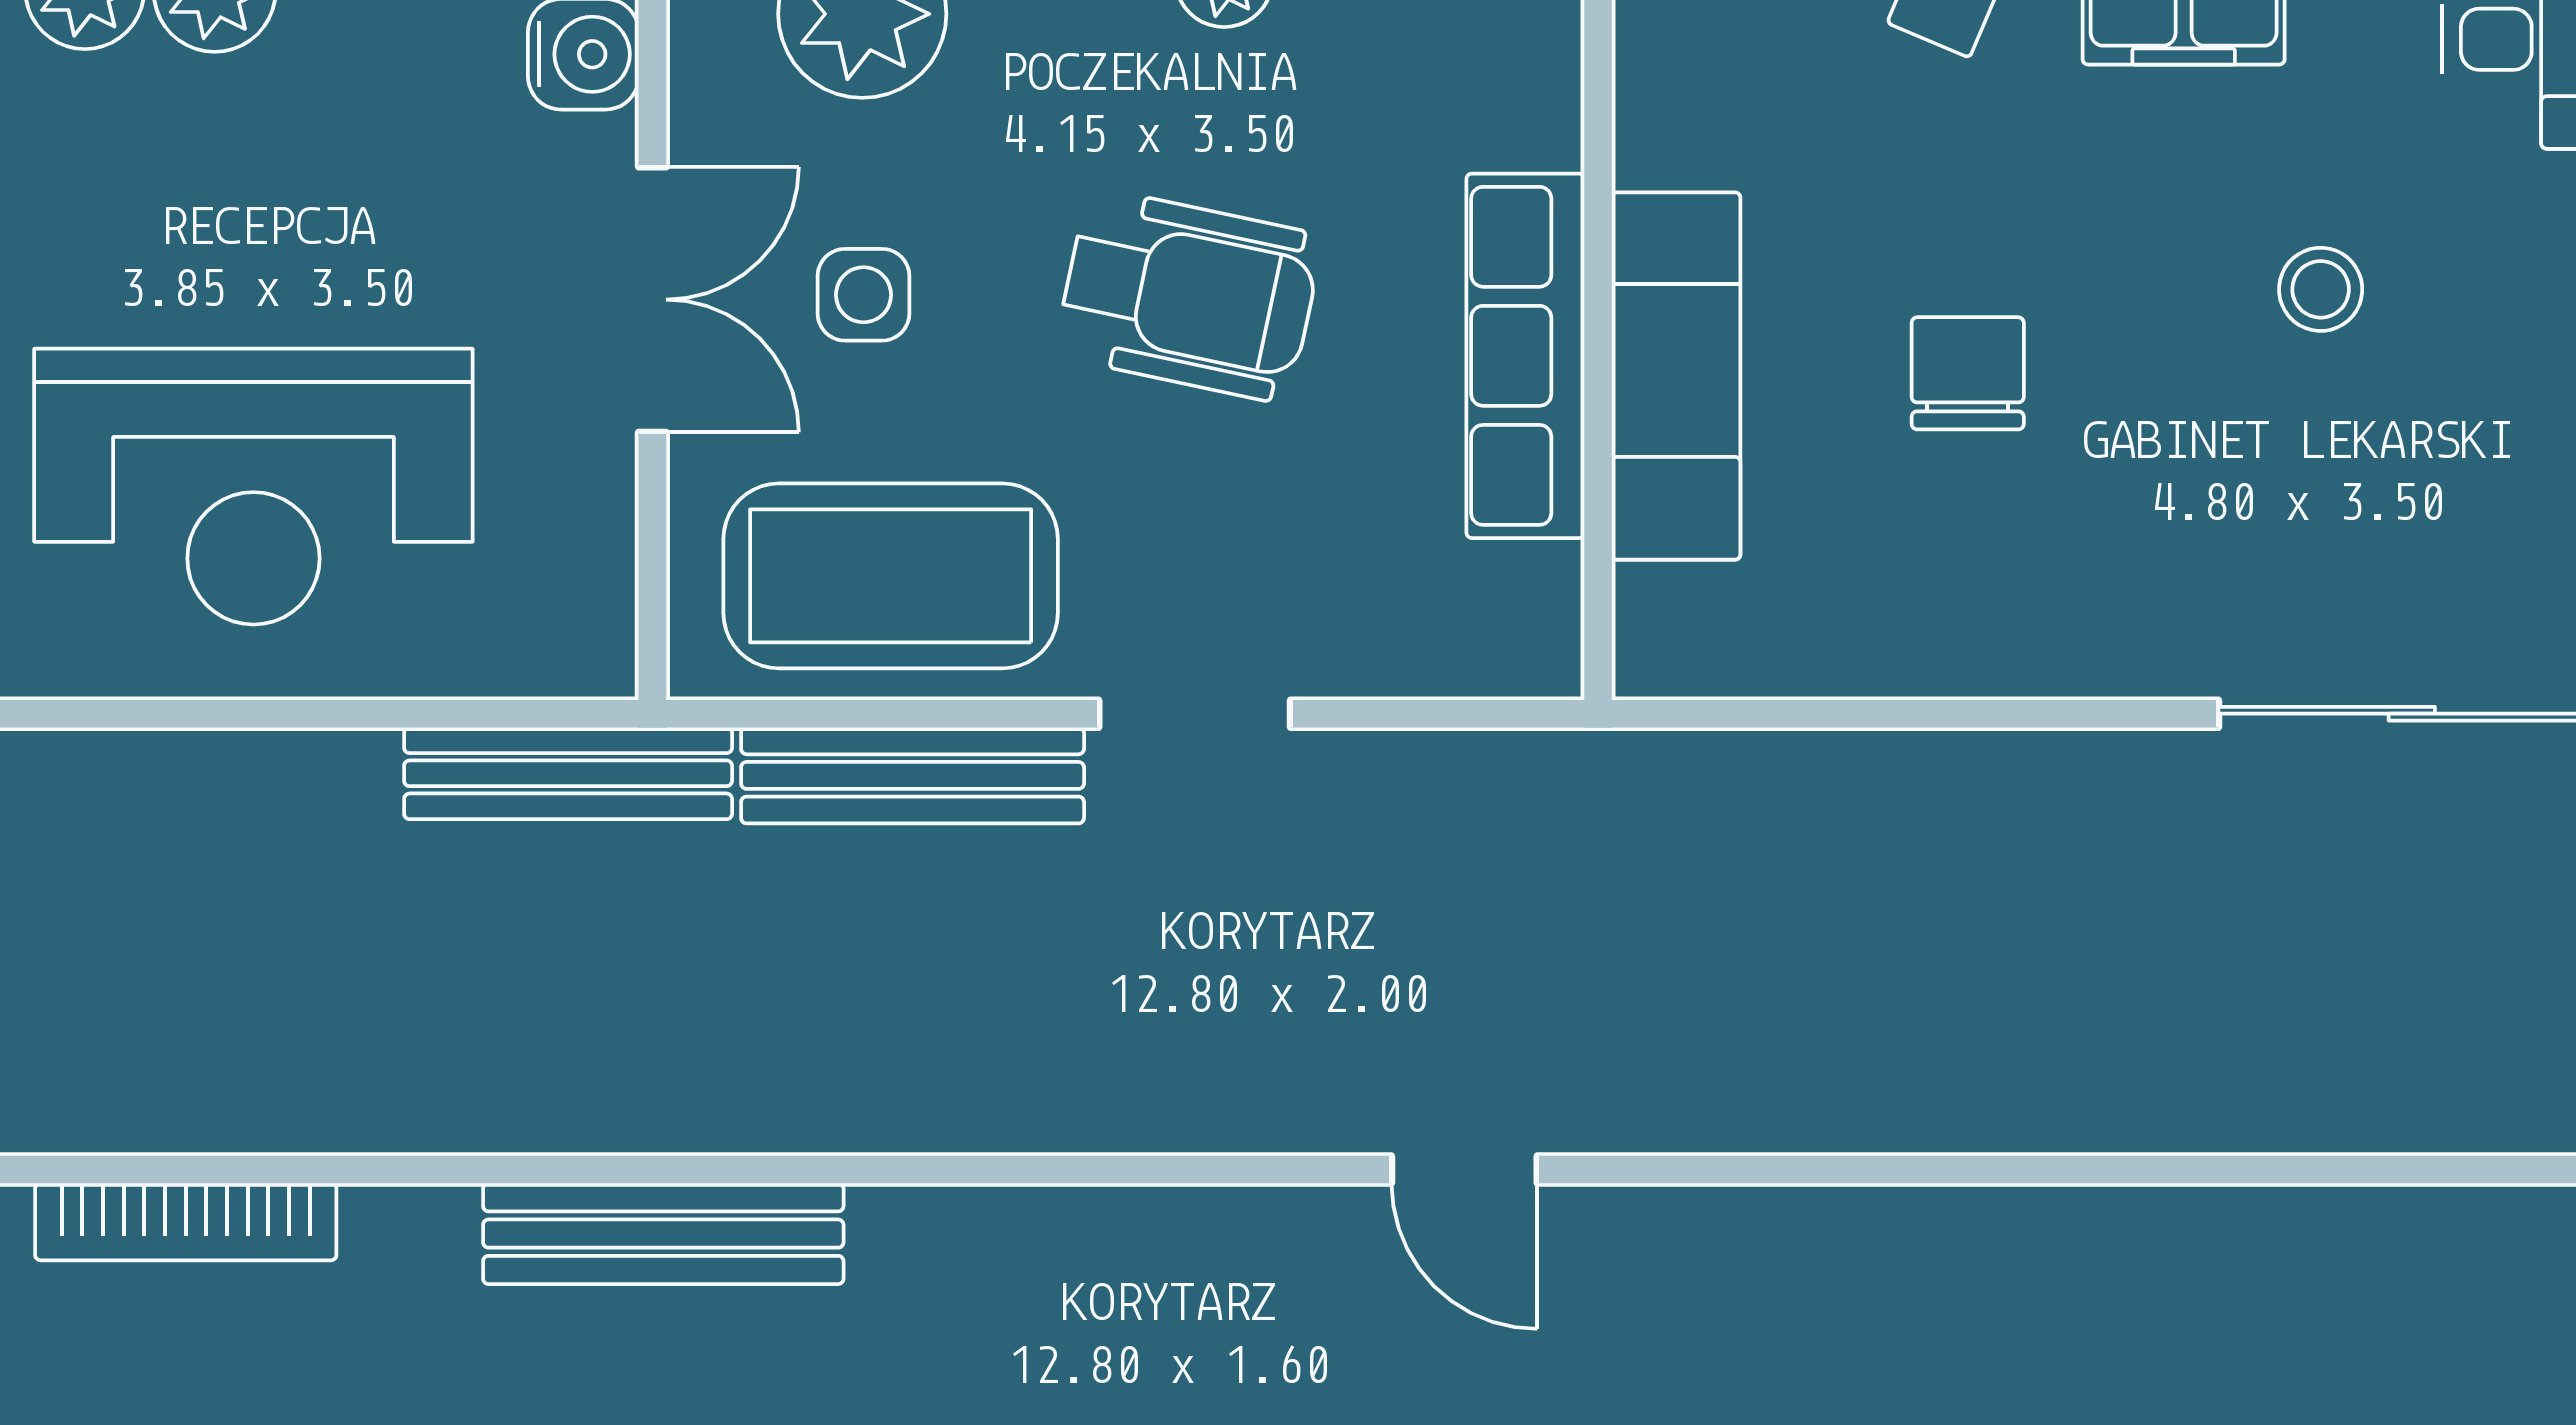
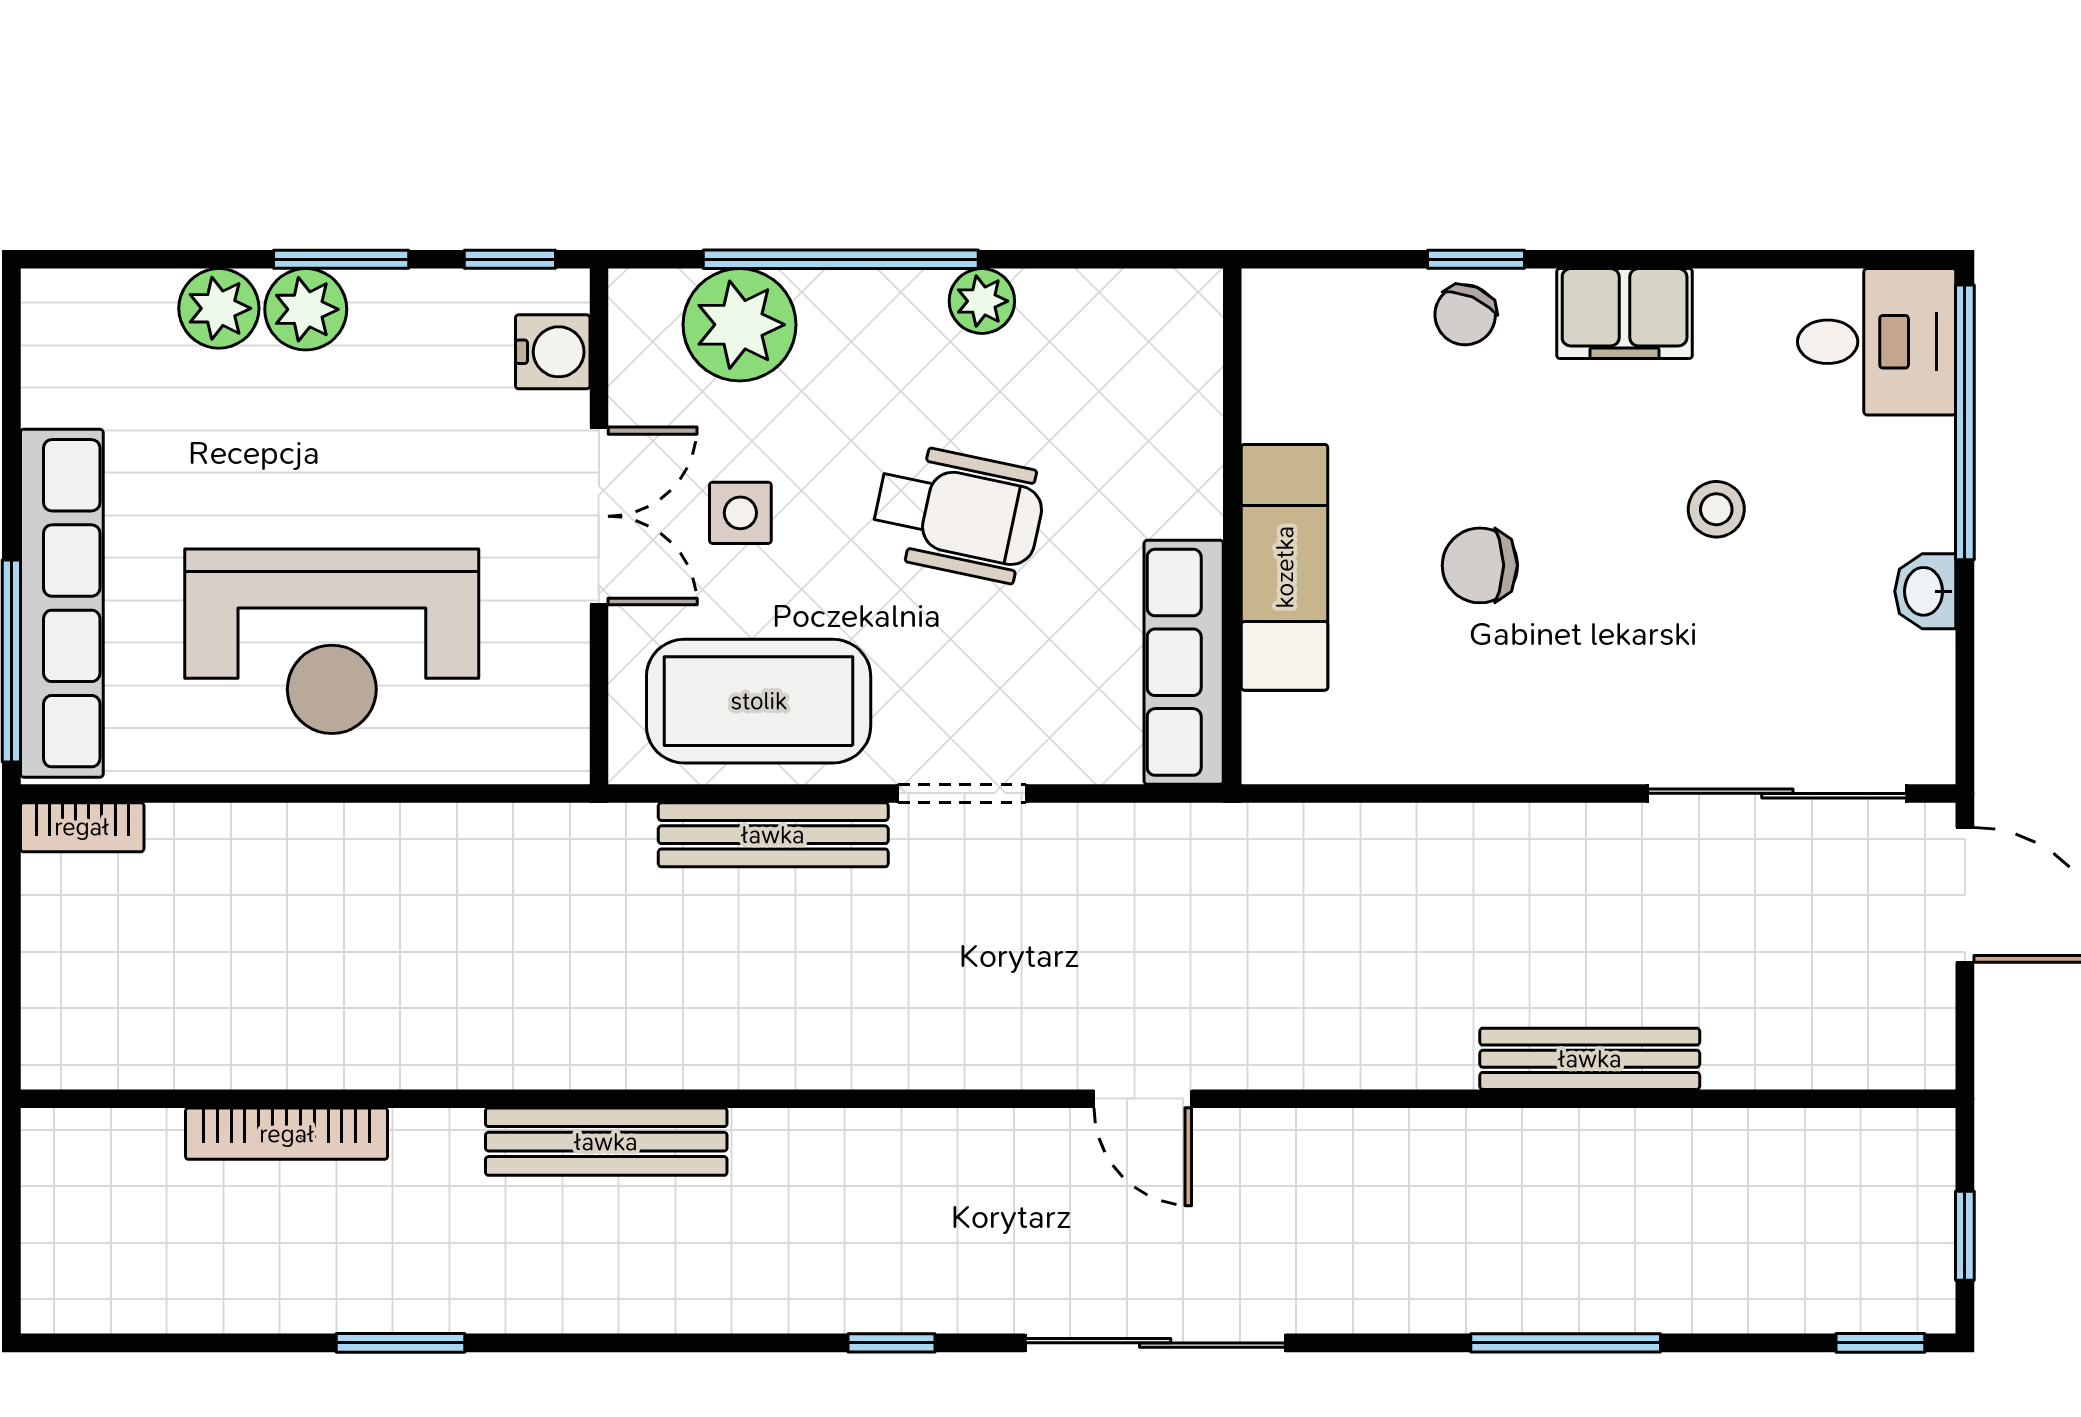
row of seats: (1525, 356) -> (1184, 662), moved
chair: (1968, 373) -> (1480, 565), turned -90
bench: (568, 773) -> (1590, 1059), moved

